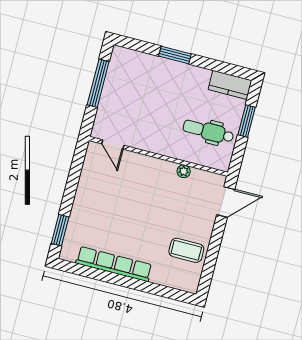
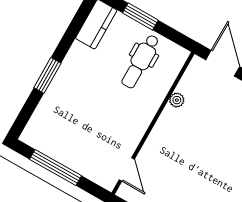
door: (113, 145) -> (127, 169), hinge flipped

